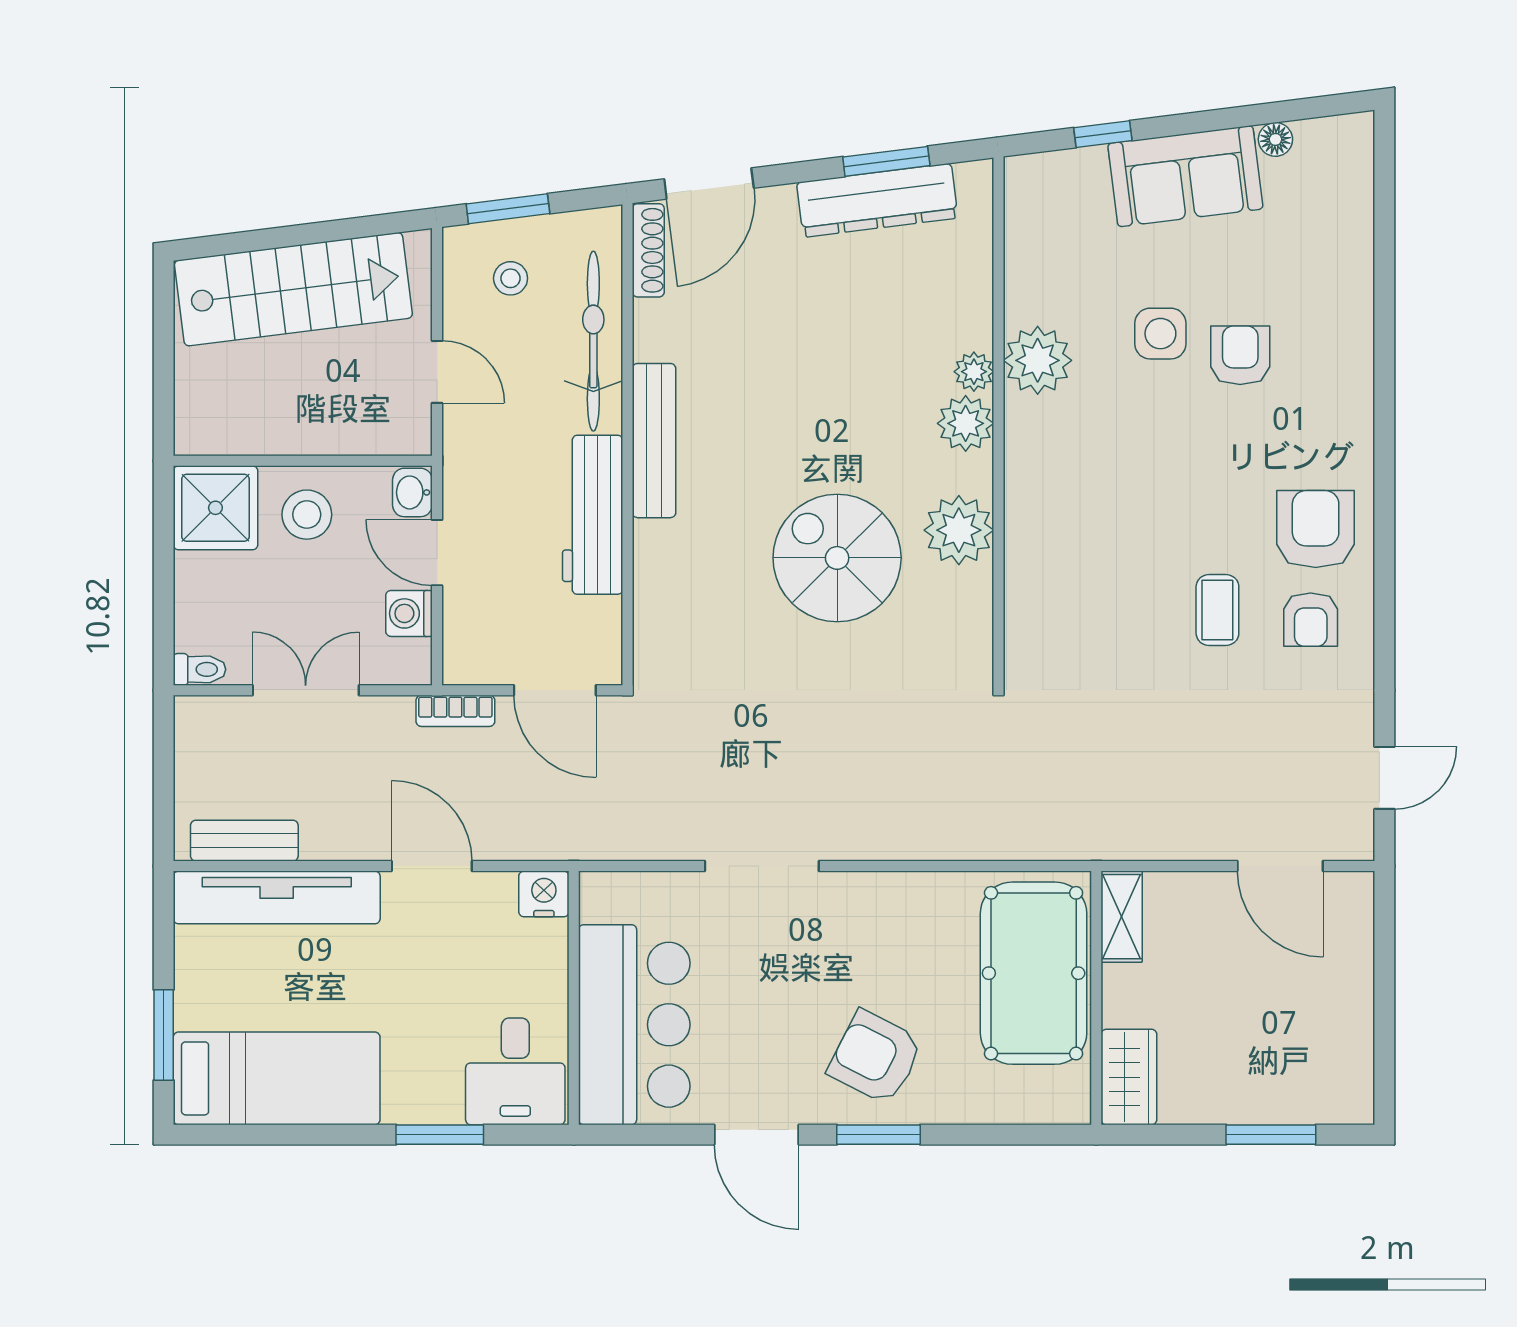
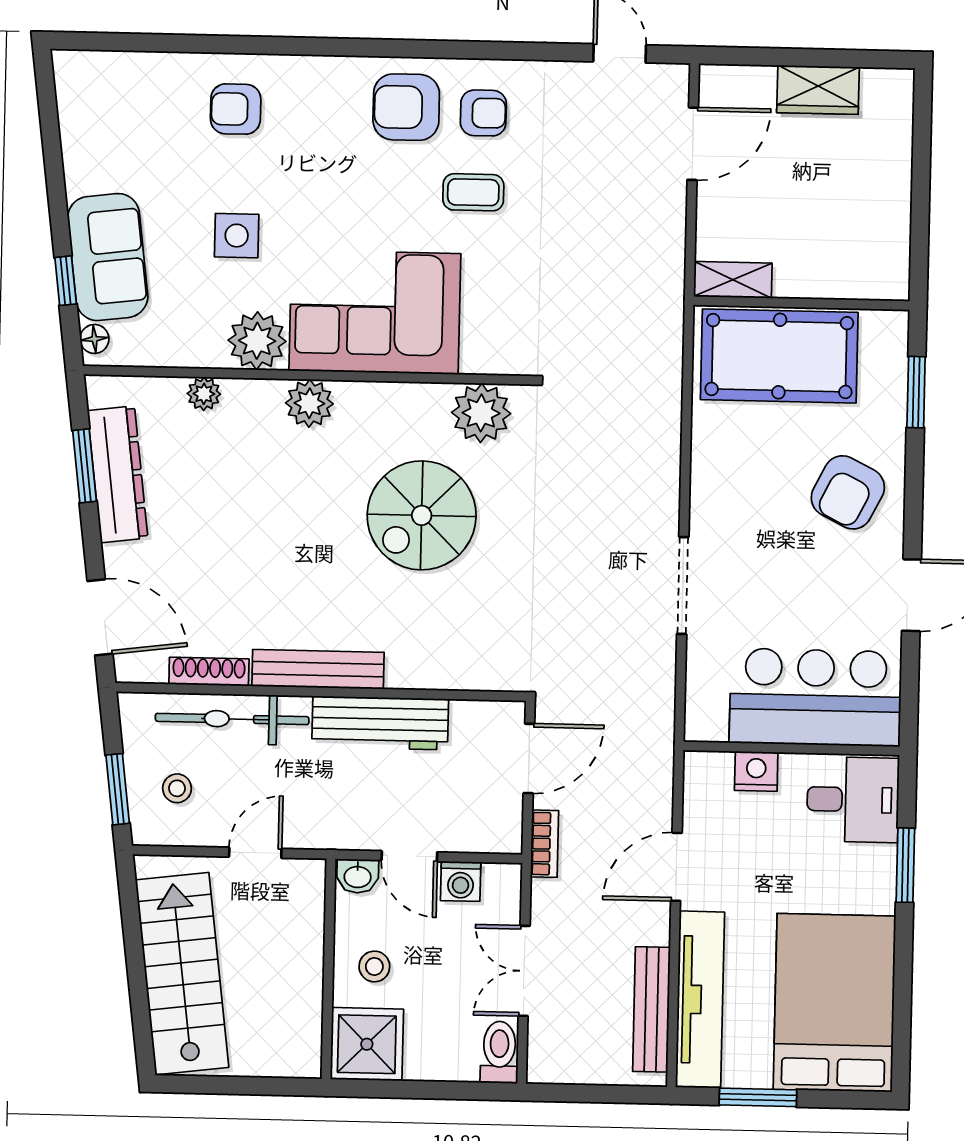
floor lamp: (1275, 139) -> (94, 339), moved
sofa: (1185, 176) -> (108, 257), moved
shoe rack: (648, 250) -> (209, 672), moved
armchair: (1240, 355) -> (236, 109), moved
plant: (974, 372) -> (204, 394), moved
corner sofa: (1074, 498) -> (375, 312), added
stool: (307, 515) -> (374, 966), width x0.73, depth x0.73
plant: (959, 530) -> (481, 413), moved
door: (437, 553) -> (409, 856), hinge flipped
toilet: (199, 669) -> (499, 1052), width x1.37, depth x1.39
bench: (244, 841) -> (651, 1009), width x1.36
nightstand: (544, 894) -> (756, 771), moved, turned 90
window: (164, 1035) -> (758, 1097), moved
wardrobe: (1129, 1077) -> (818, 90), moved, turned 180
bed: (277, 1078) -> (835, 1003), width x1.50
window: (878, 1135) -> (916, 392), moved
window: (1271, 1135) -> (921, 157), removed

